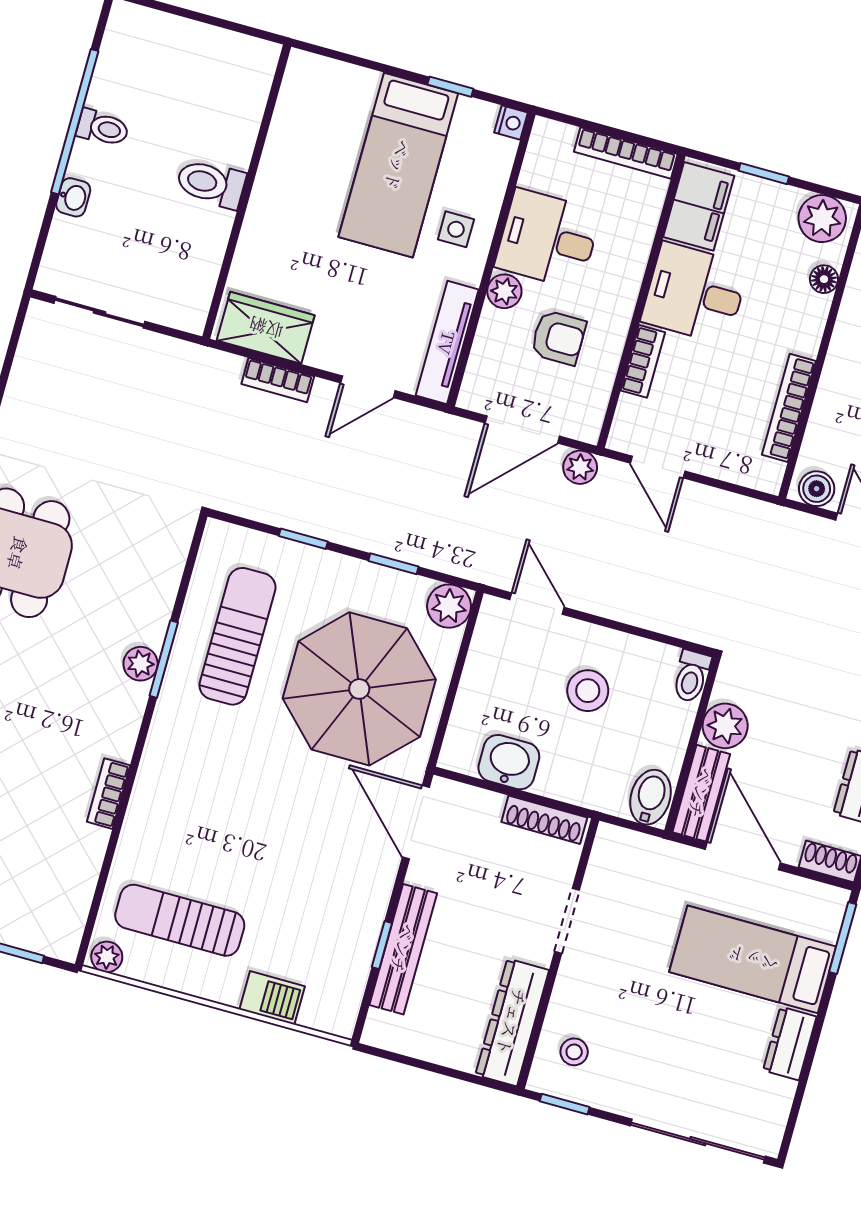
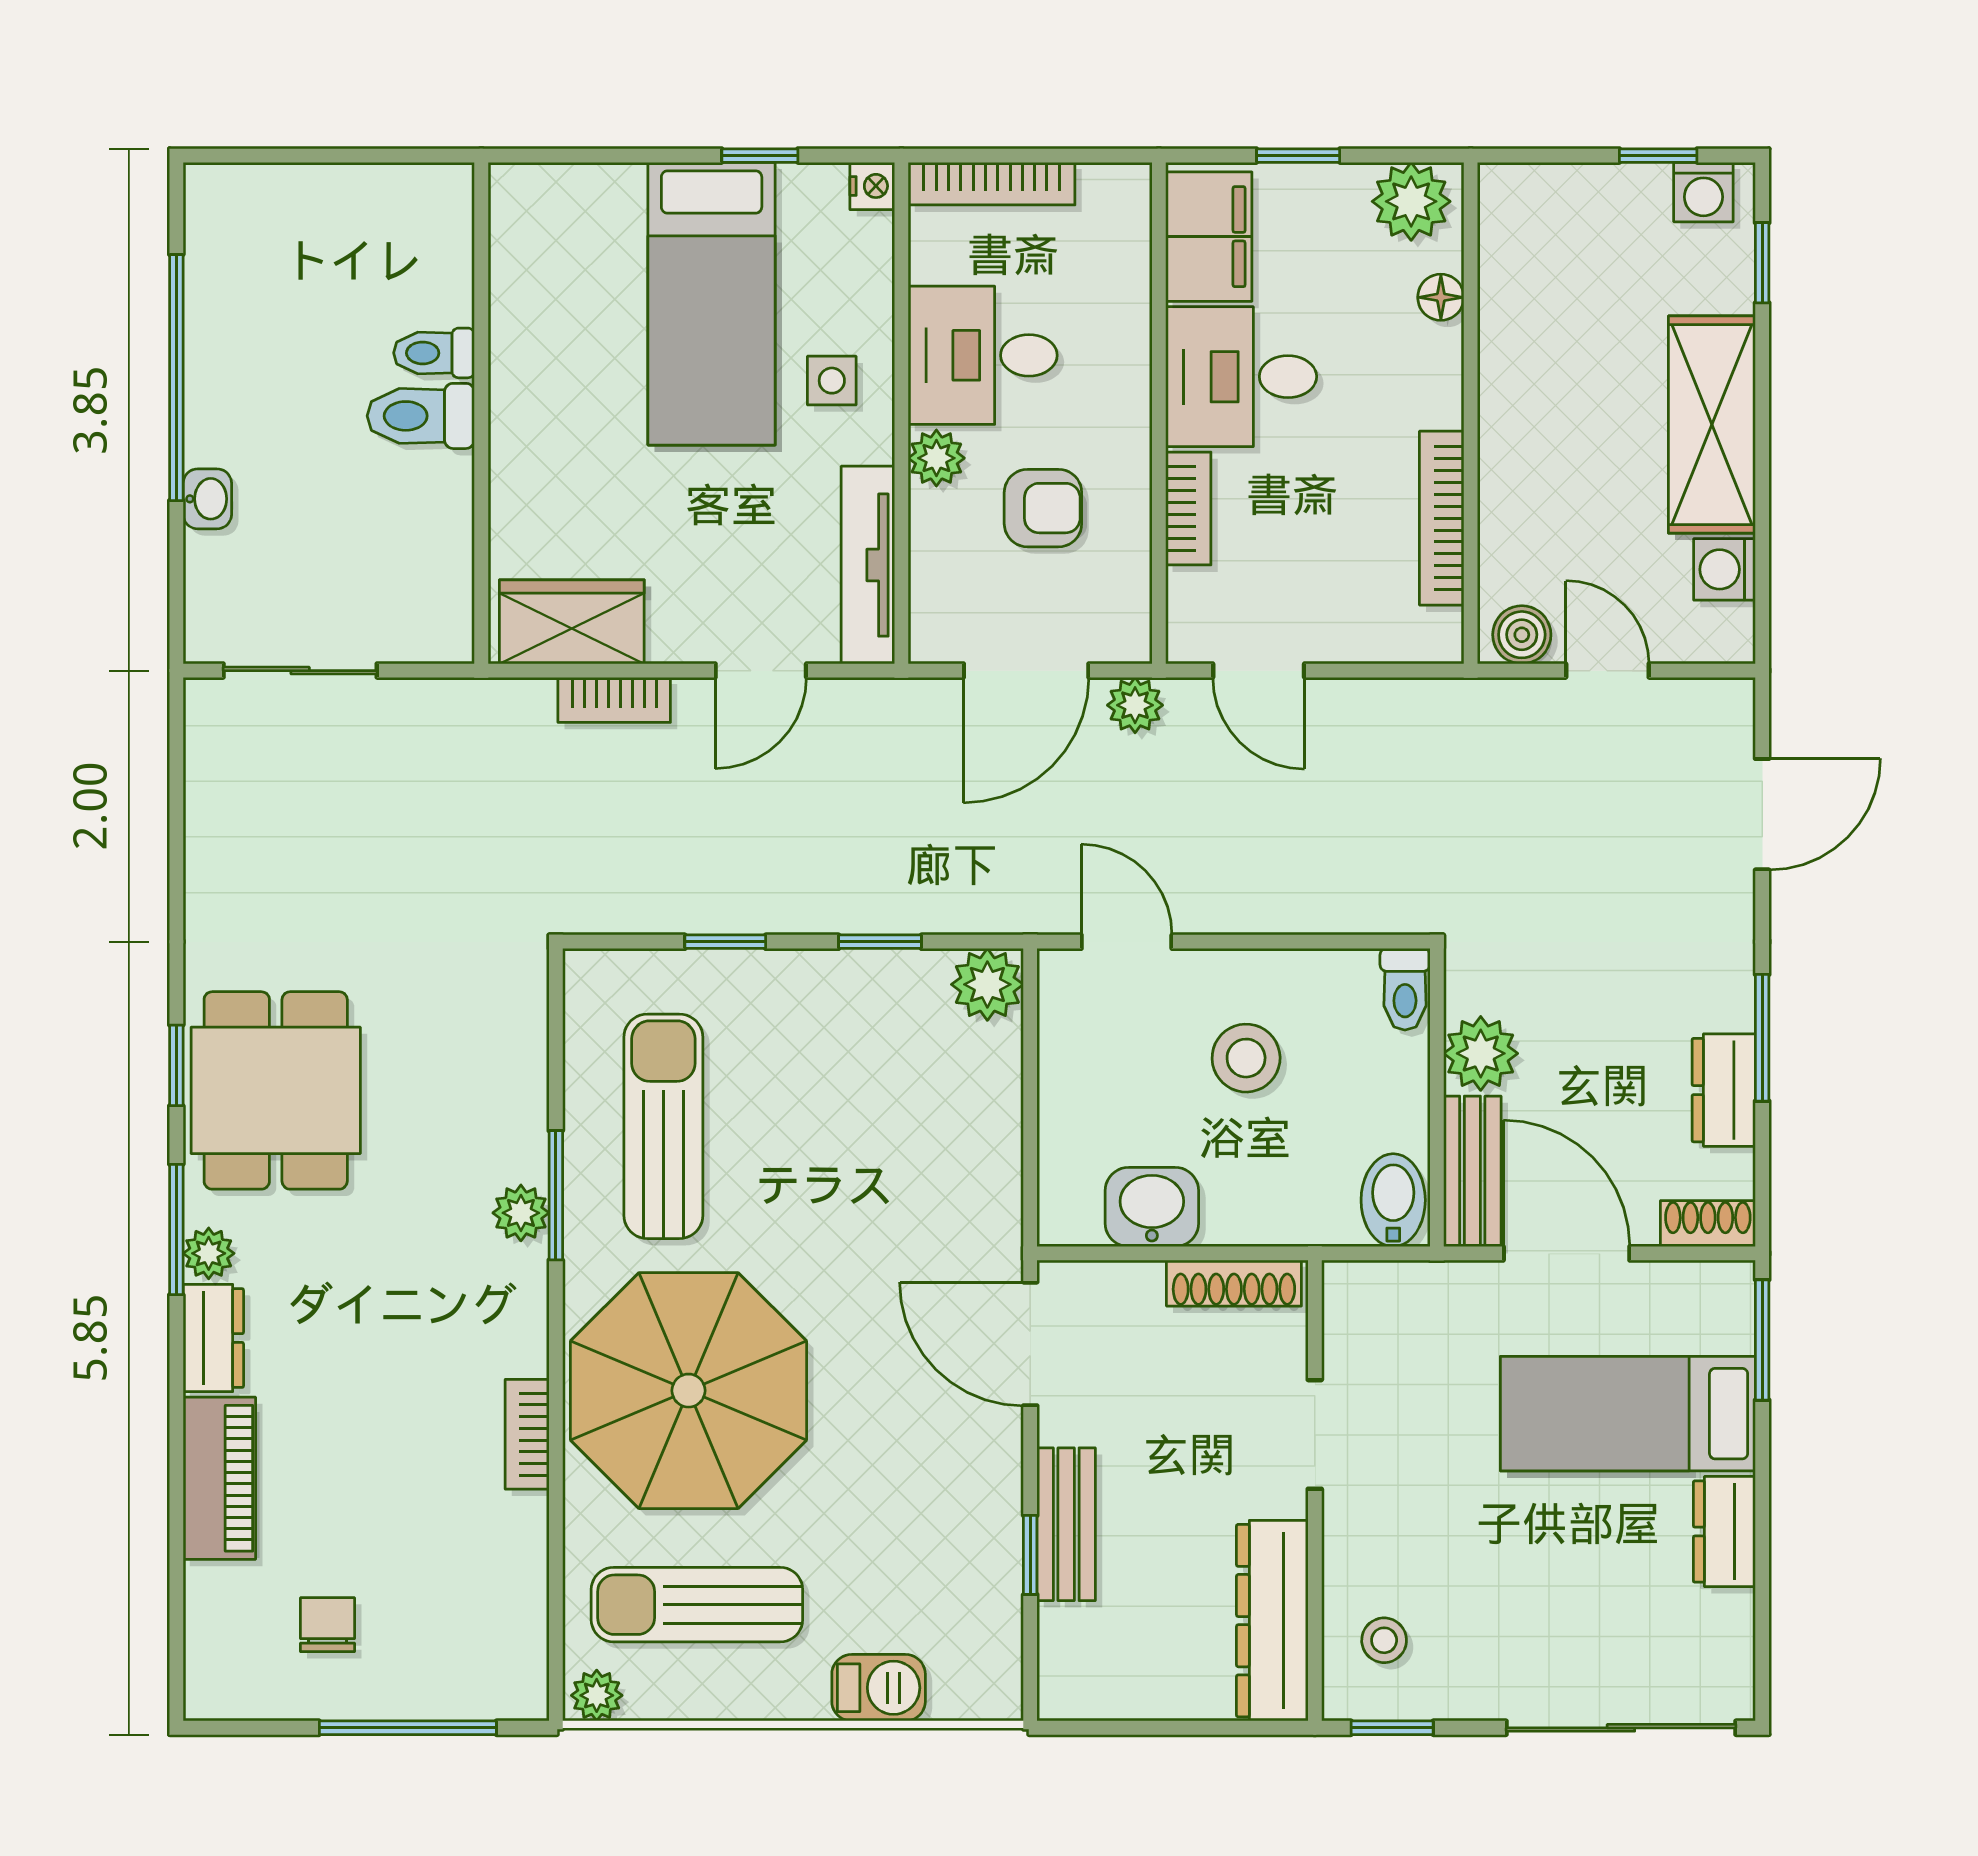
toilet: (103, 128) -> (434, 353), moved, turned 180
bookcase: (626, 153) -> (992, 184), moved
parasol: (359, 689) -> (689, 1391), moved
bench: (403, 949) -> (1066, 1524), width x0.73

